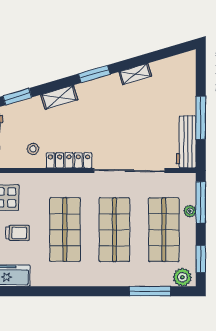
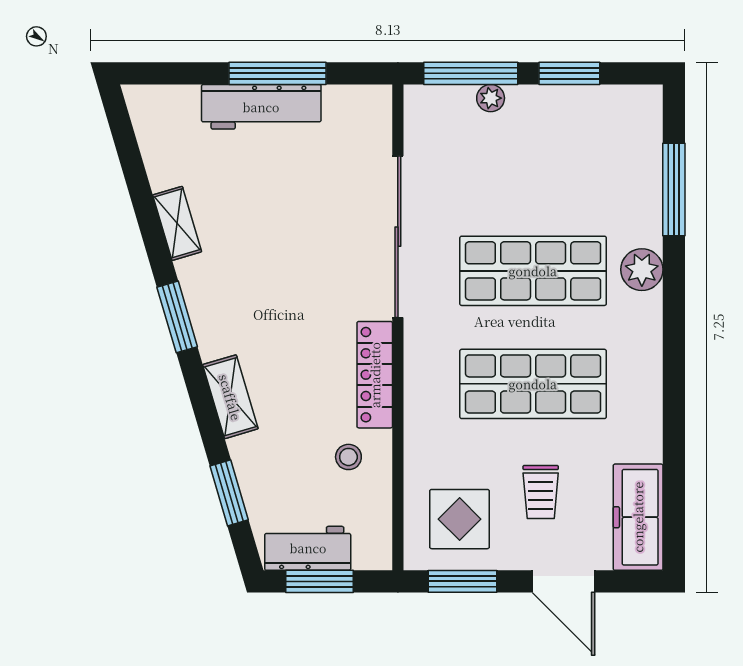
workbench: (186, 142) -> (261, 107), moved
shop shelf: (164, 230) -> (533, 158), removed
trolley: (18, 233) -> (541, 492), turned 180
window: (201, 259) -> (569, 73), moved
plant: (182, 277) -> (642, 270), moved

